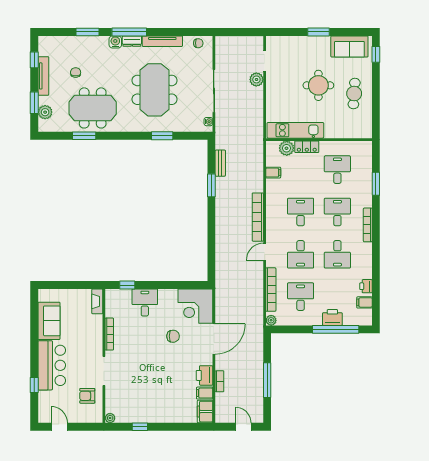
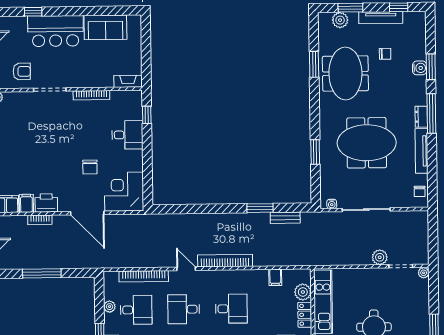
plant: (271, 41) -> (424, 273), added
water cooler: (115, 42) -> (420, 68), moved
plant: (271, 320) -> (110, 307), moved
armchair: (87, 396) -> (22, 71), turned 90

